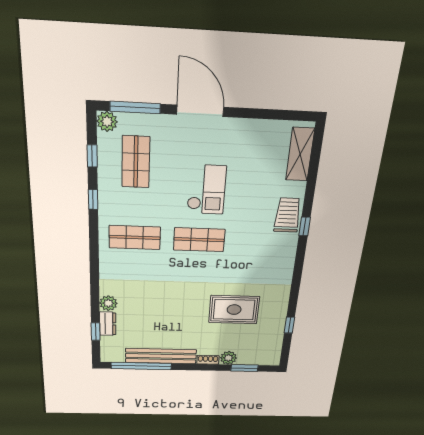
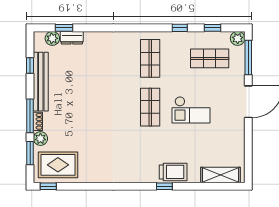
plant: (108, 303) -> (52, 38), moved
rug: (234, 310) -> (58, 165), moved, turned 90
window: (289, 325) -> (48, 186), moved
window: (141, 366) -> (30, 65), width x0.32
window: (201, 367) -> (30, 116), added

